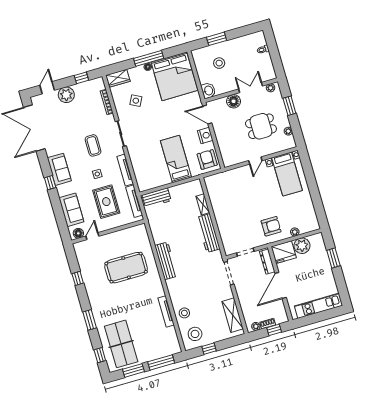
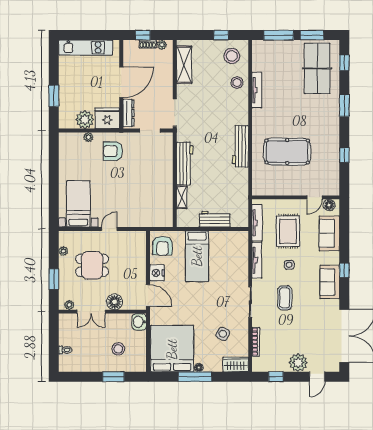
workbench: (157, 198) -> (215, 219), moved

